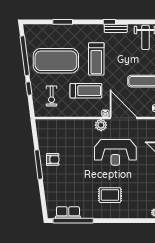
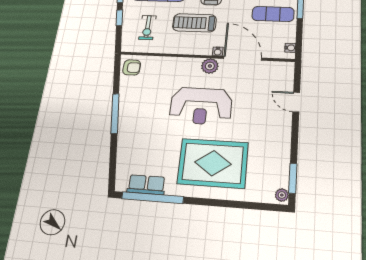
treadmill: (86, 91) -> (194, 23), turned 180
reception desk: (115, 152) -> (201, 106), moved
armchair: (53, 159) -> (132, 67), moved
rug: (110, 195) -> (213, 163), width x1.86, depth x2.06

